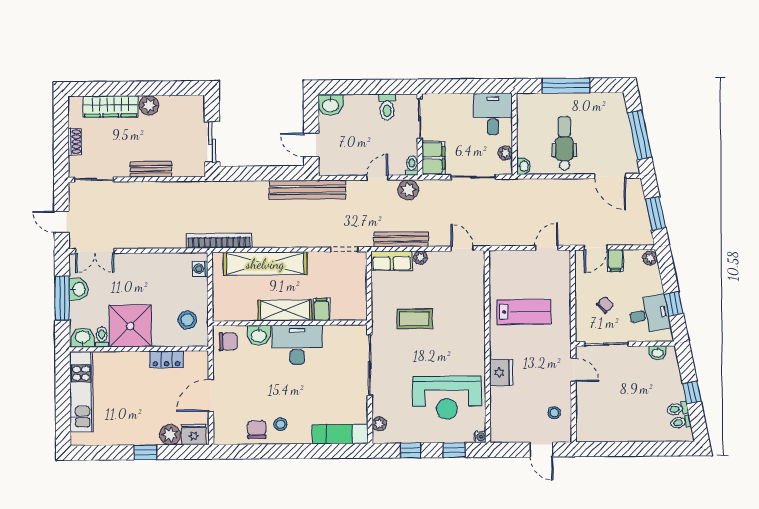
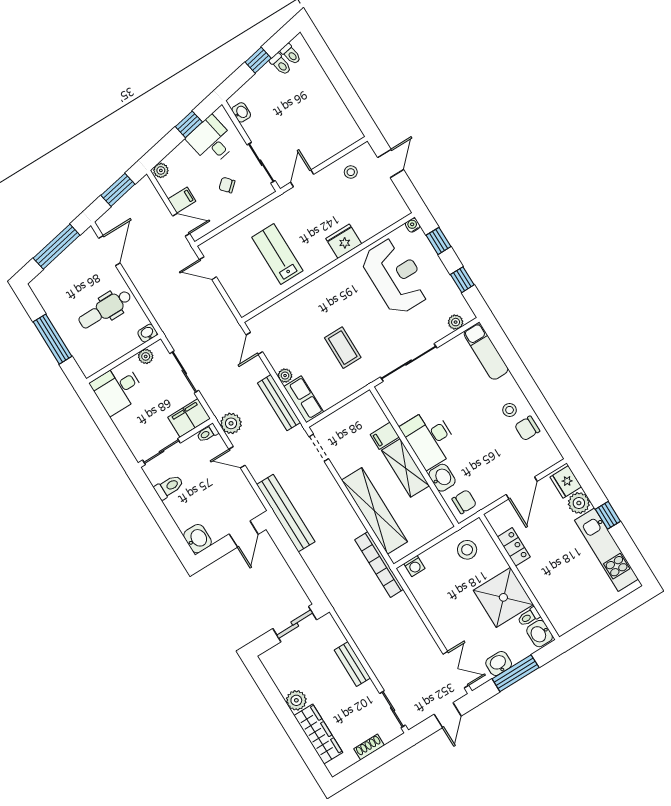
chair: (228, 341) -> (464, 502), turned 90
kitchen unit: (81, 392) -> (606, 550), moved, turned -90
door: (211, 395) -> (522, 488), hinge flipped

